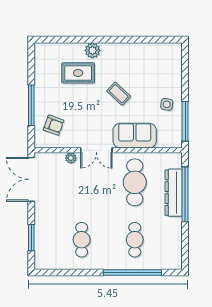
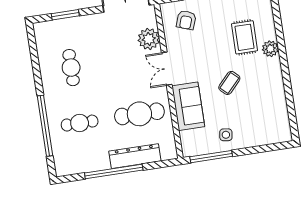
plant: (71, 158) -> (149, 39), width x1.88, depth x1.88
window: (185, 194) -> (114, 171), moved
cafe table: (82, 240) -> (71, 68), turned 90

